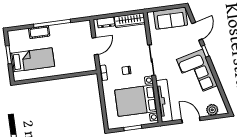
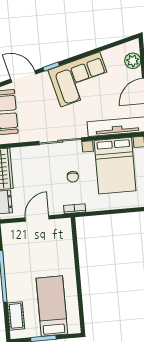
cot: (39, 32) -> (16, 316), moved
door: (95, 46) -> (37, 218), hinge flipped

